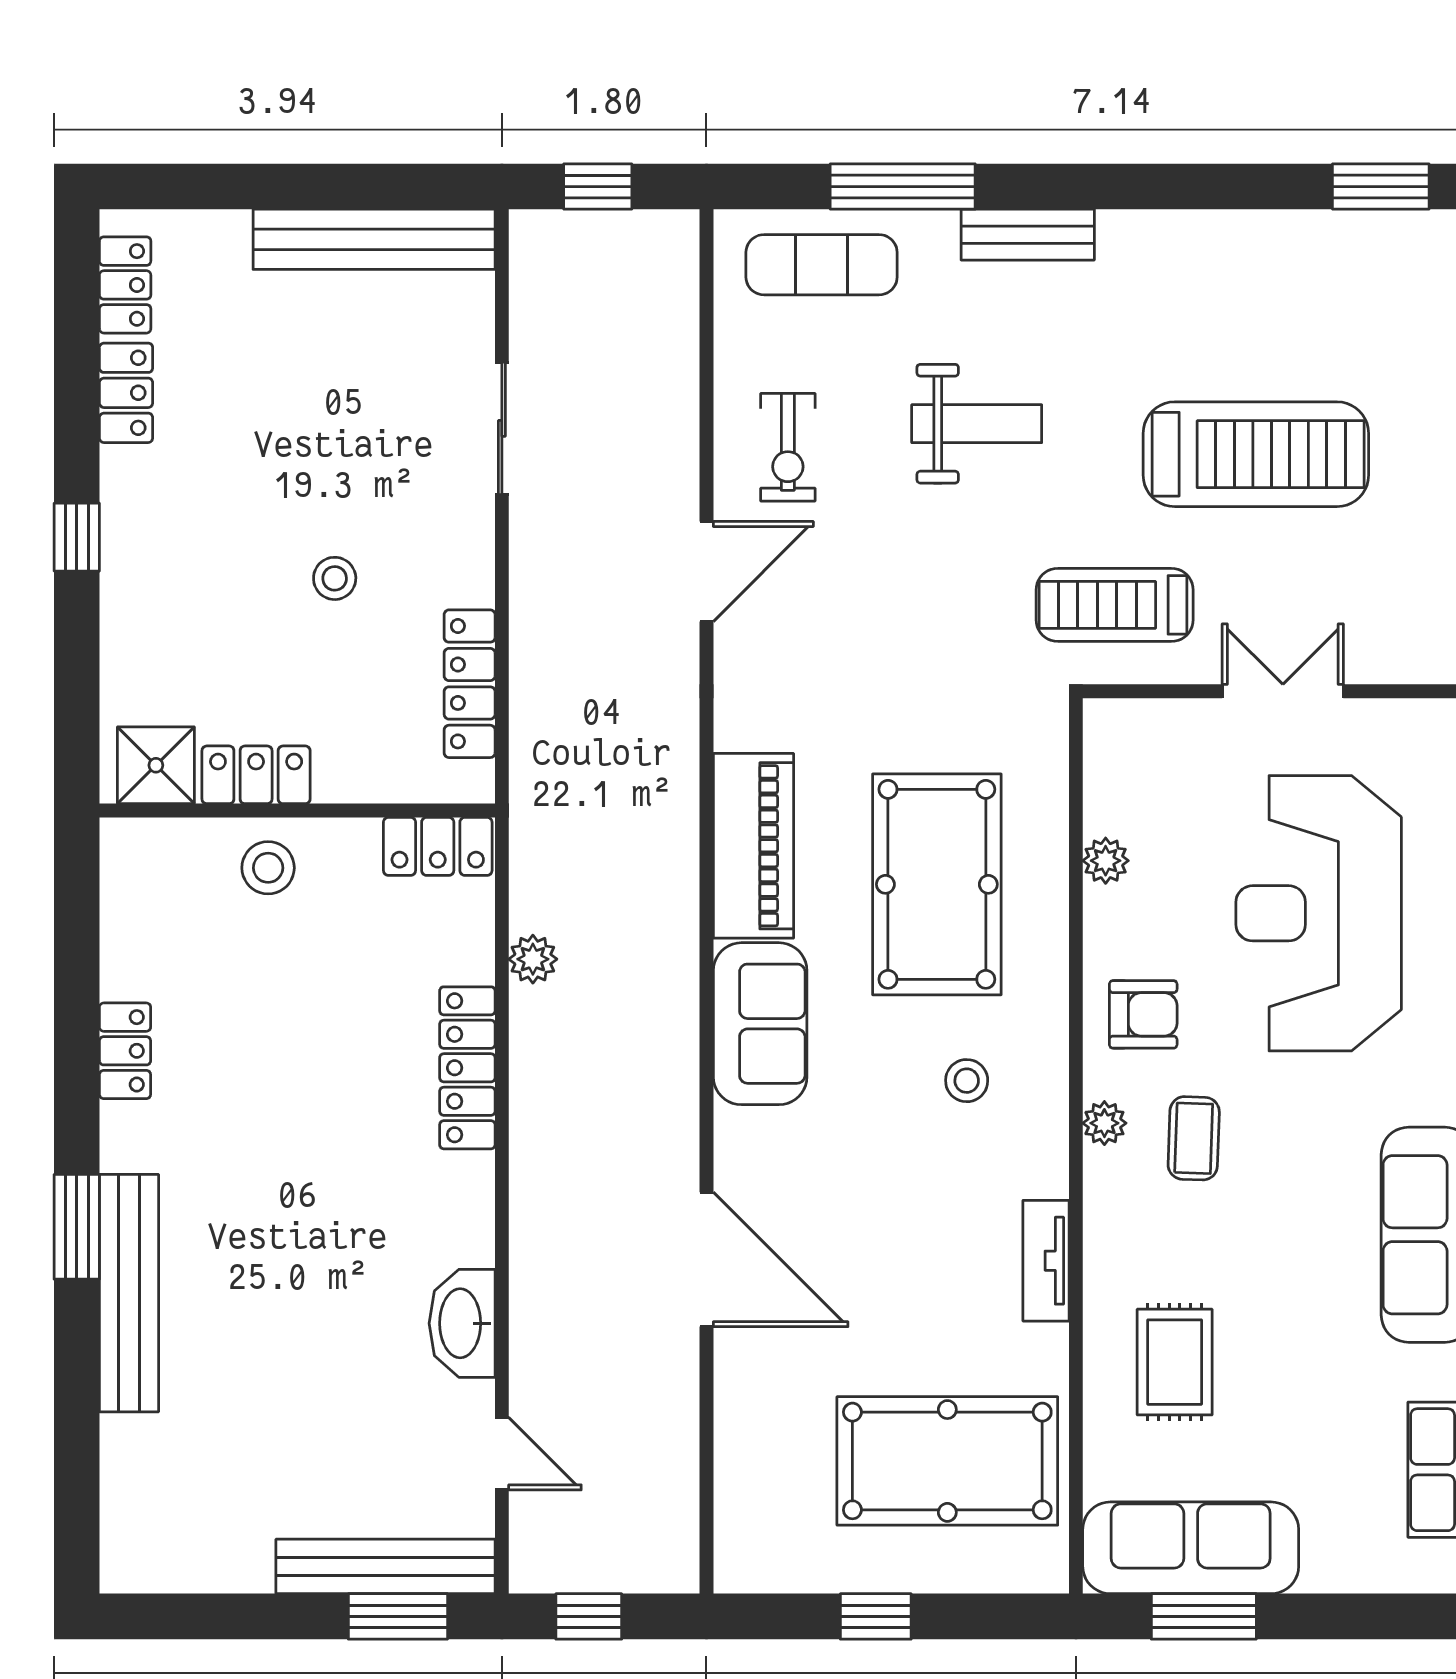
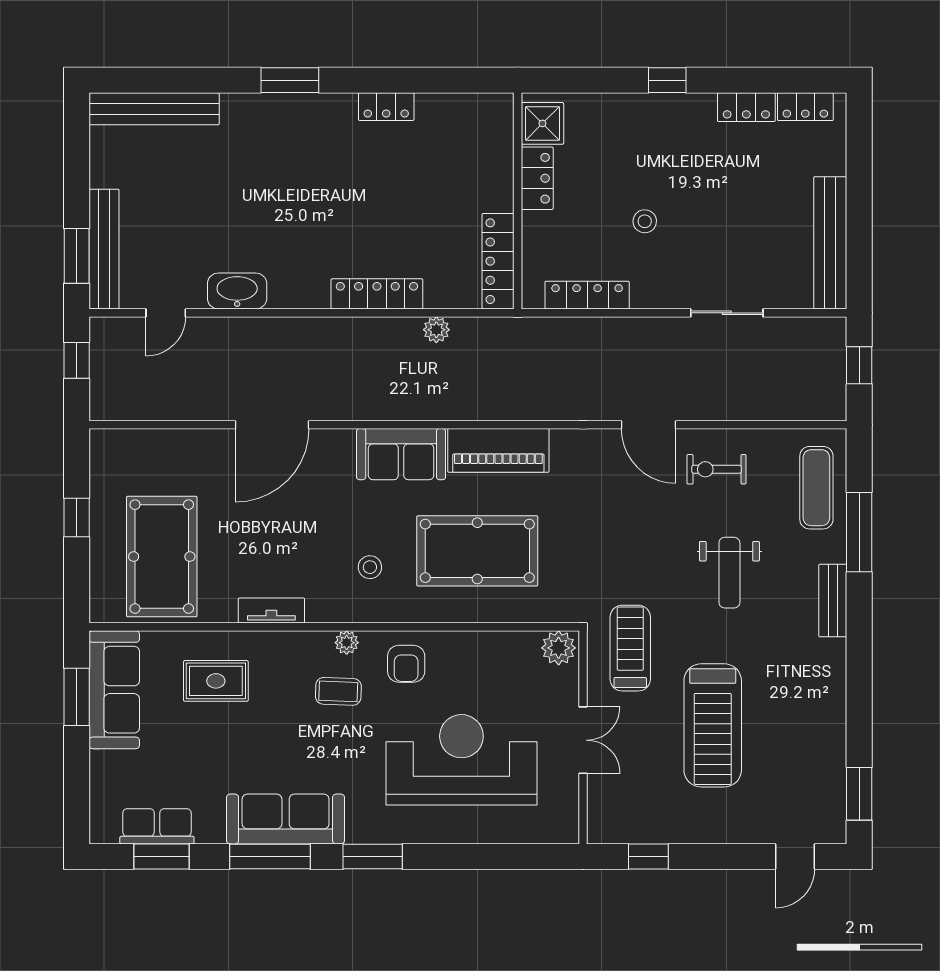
locker: (438, 846) -> (498, 261), width x1.53
plant: (1106, 861) -> (559, 648), moved, width x1.38, depth x1.38
stool: (268, 868) -> (486, 185), removed
bench: (129, 1293) -> (154, 109), moved

